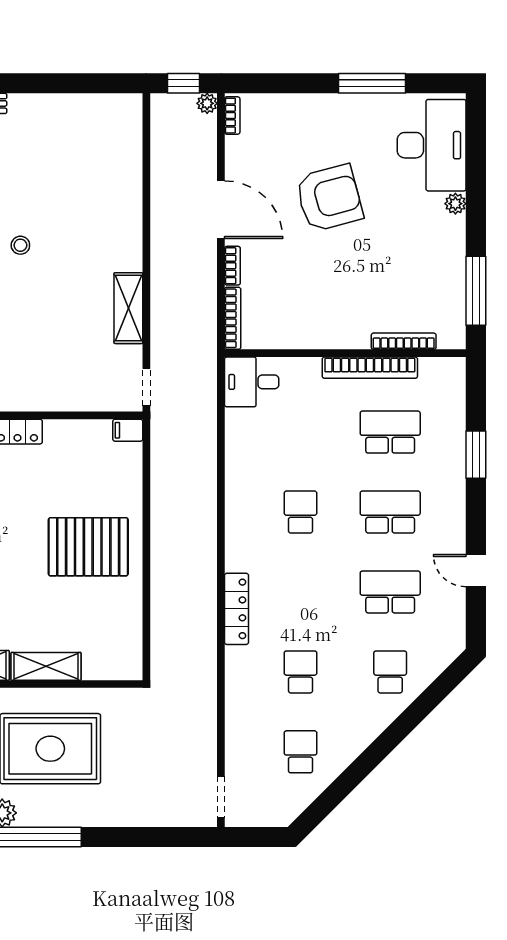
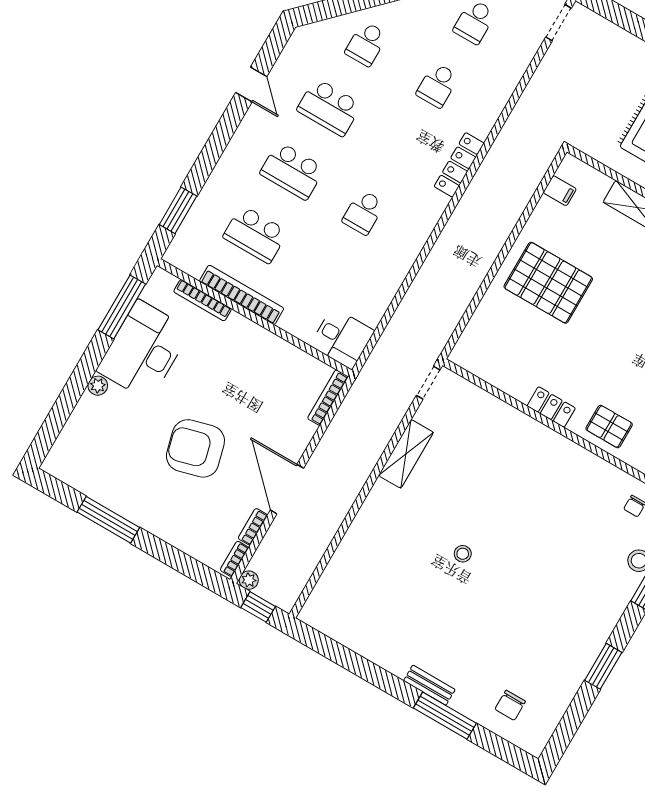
desk: (432, 145) -> (144, 350), moved
bookcase: (232, 266) -> (253, 527), moved
filing cabinet: (128, 430) -> (560, 191), moved
window: (476, 455) -> (178, 210), moved

